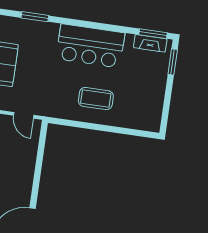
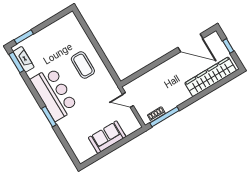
window: (35, 17) -> (49, 117), moved
door: (24, 115) -> (128, 100), swing flipped

